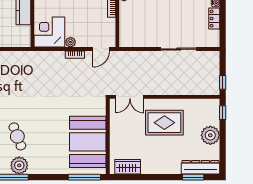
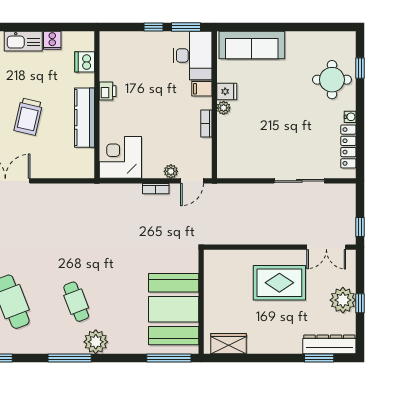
locker: (214, 19) -> (348, 146), width x1.53
plant: (71, 42) -> (171, 171), moved
double door: (130, 97) -> (326, 247), moved
window: (223, 113) -> (360, 303), moved
plant: (19, 165) -> (96, 342), moved

